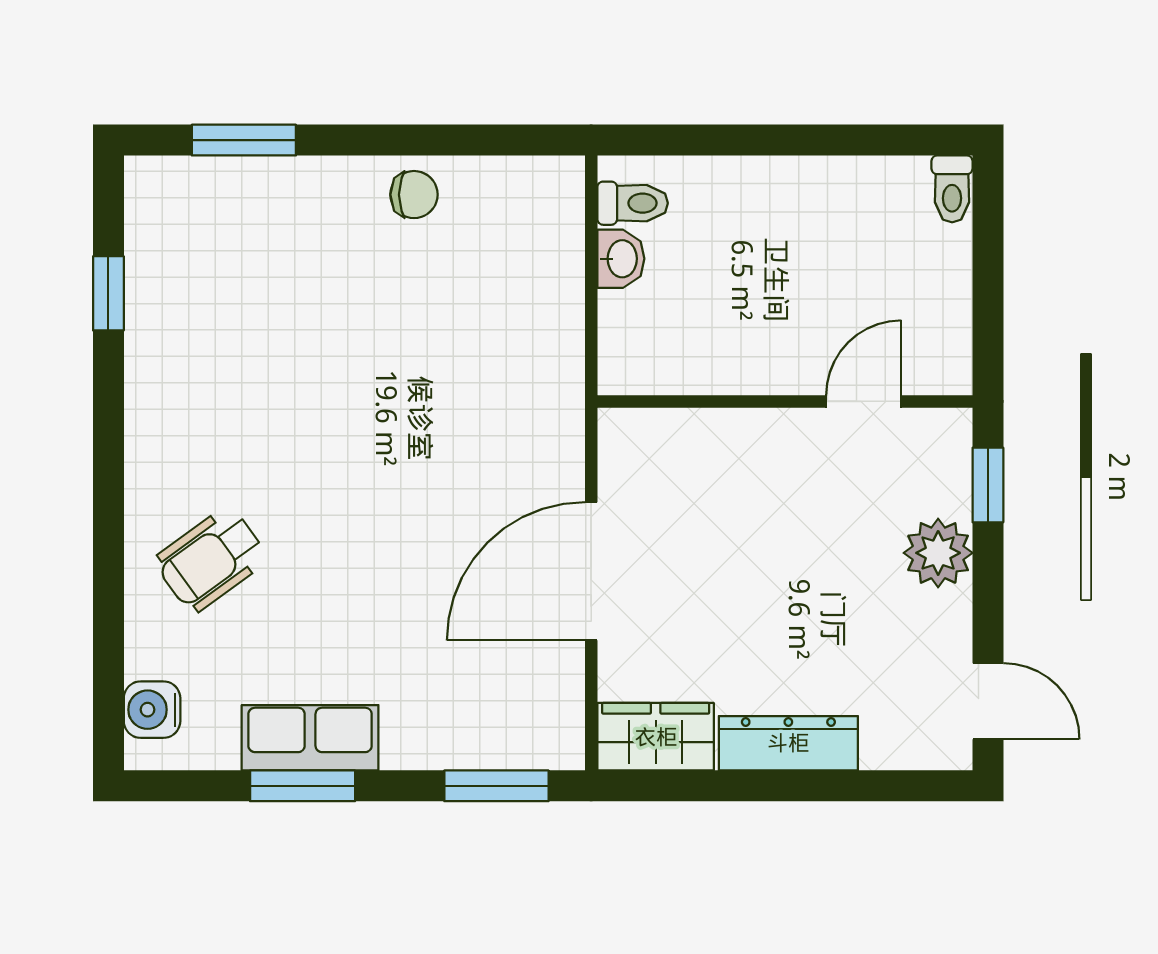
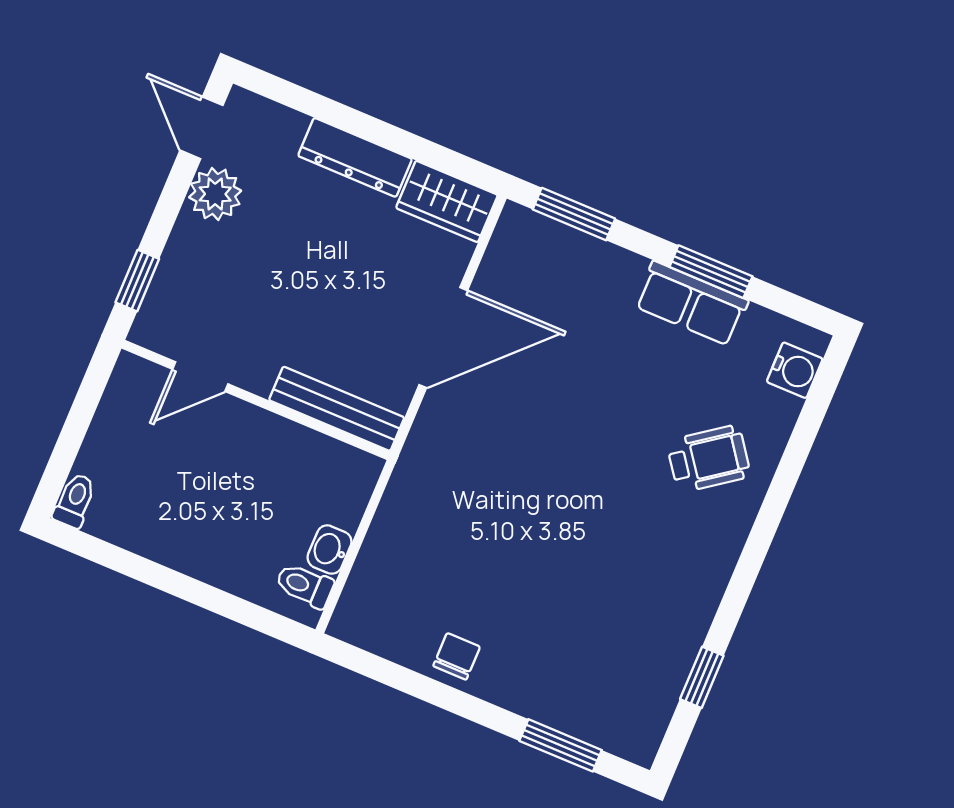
chair: (414, 195) -> (457, 656), turned 90
bench: (683, 432) -> (337, 409), added
plant: (938, 553) -> (215, 194), moved

